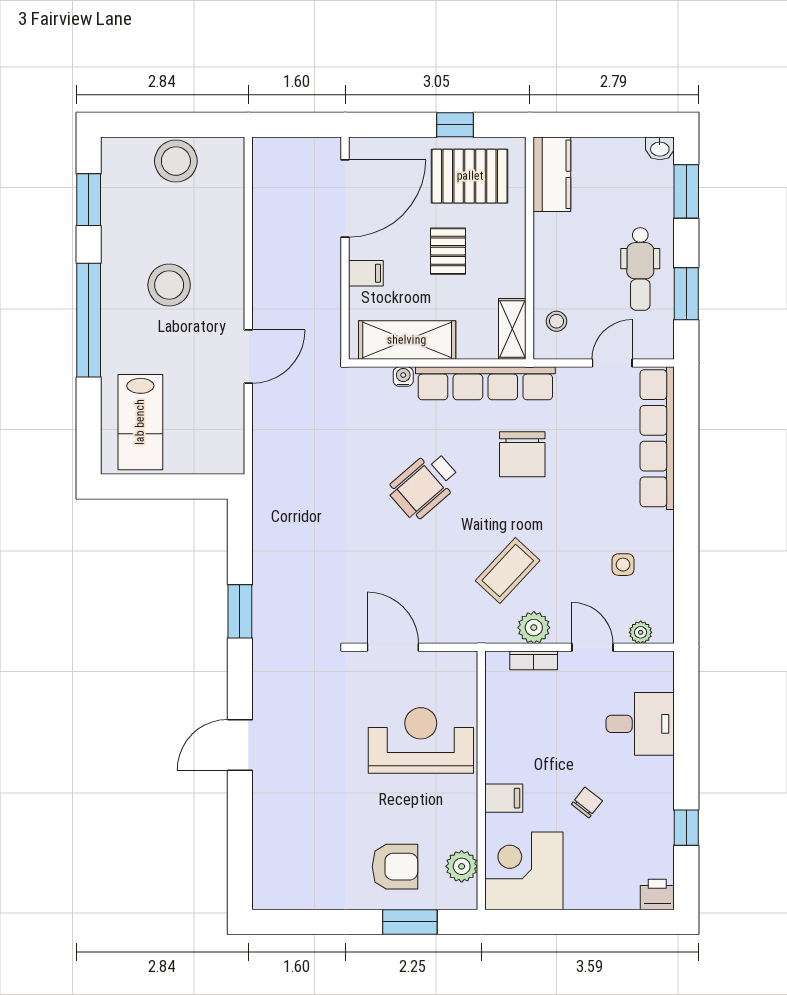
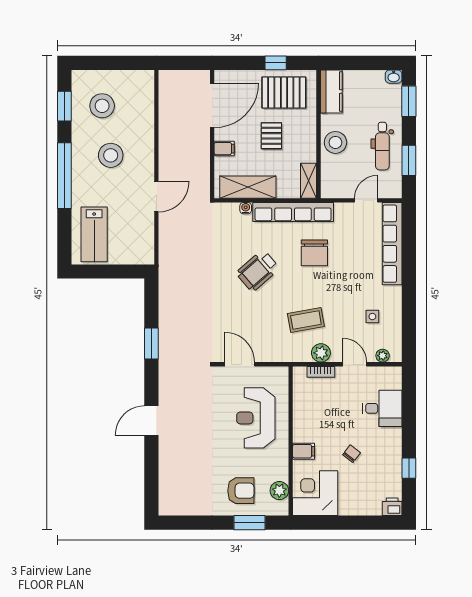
stool: (176, 161) -> (102, 106), moved
stool: (557, 321) -> (335, 142), moved, width x1.89, depth x1.89
coffee table: (508, 571) -> (306, 320), turned 37
reception desk: (421, 741) -> (256, 418), turned -90

